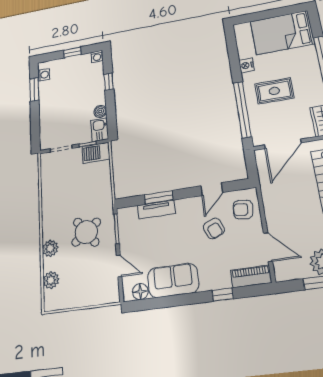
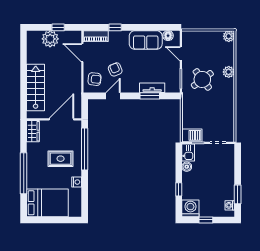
washing machine: (97, 56) -> (190, 208), width x1.89, depth x1.89
plant: (51, 280) -> (229, 36), moved

